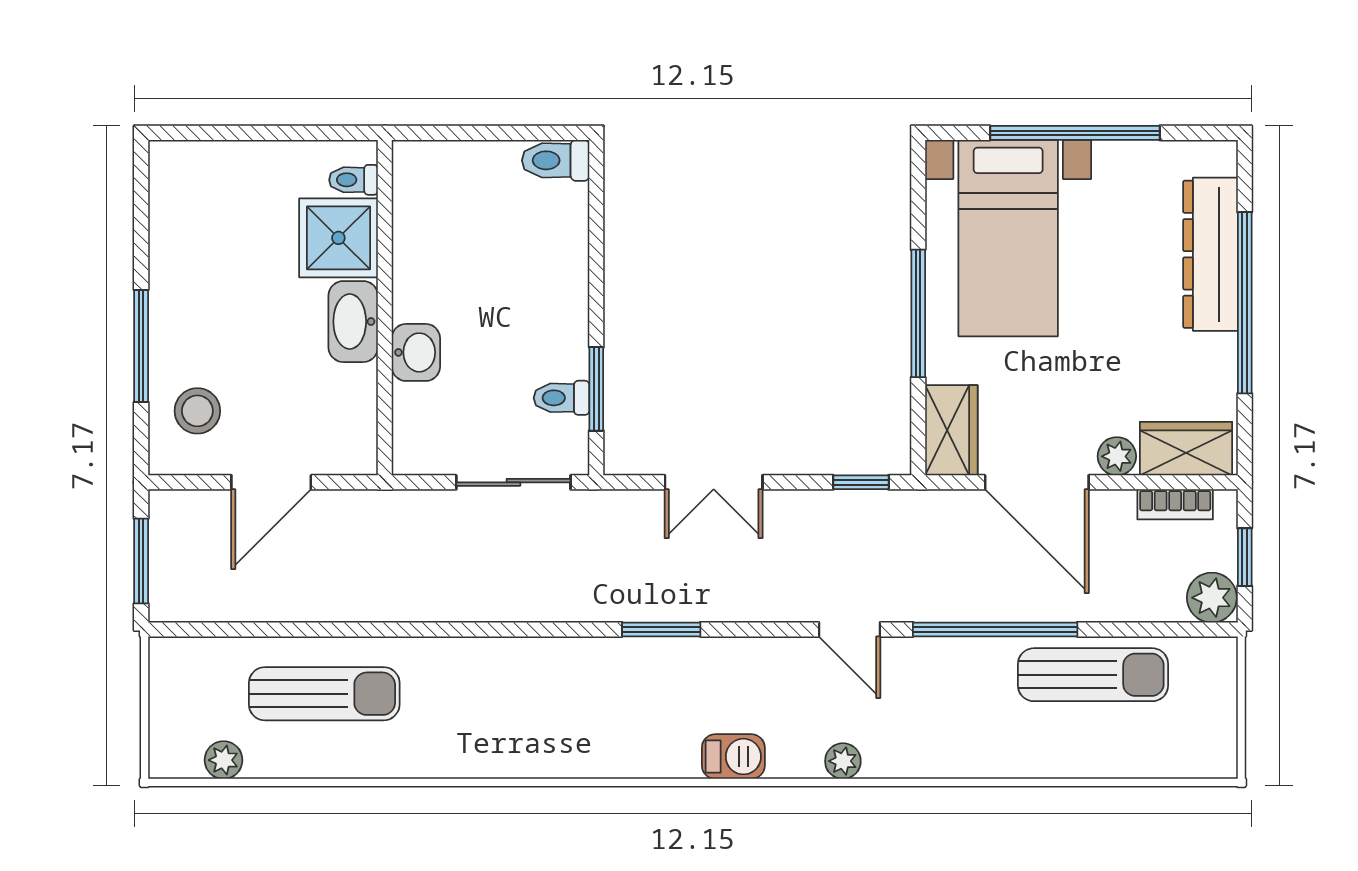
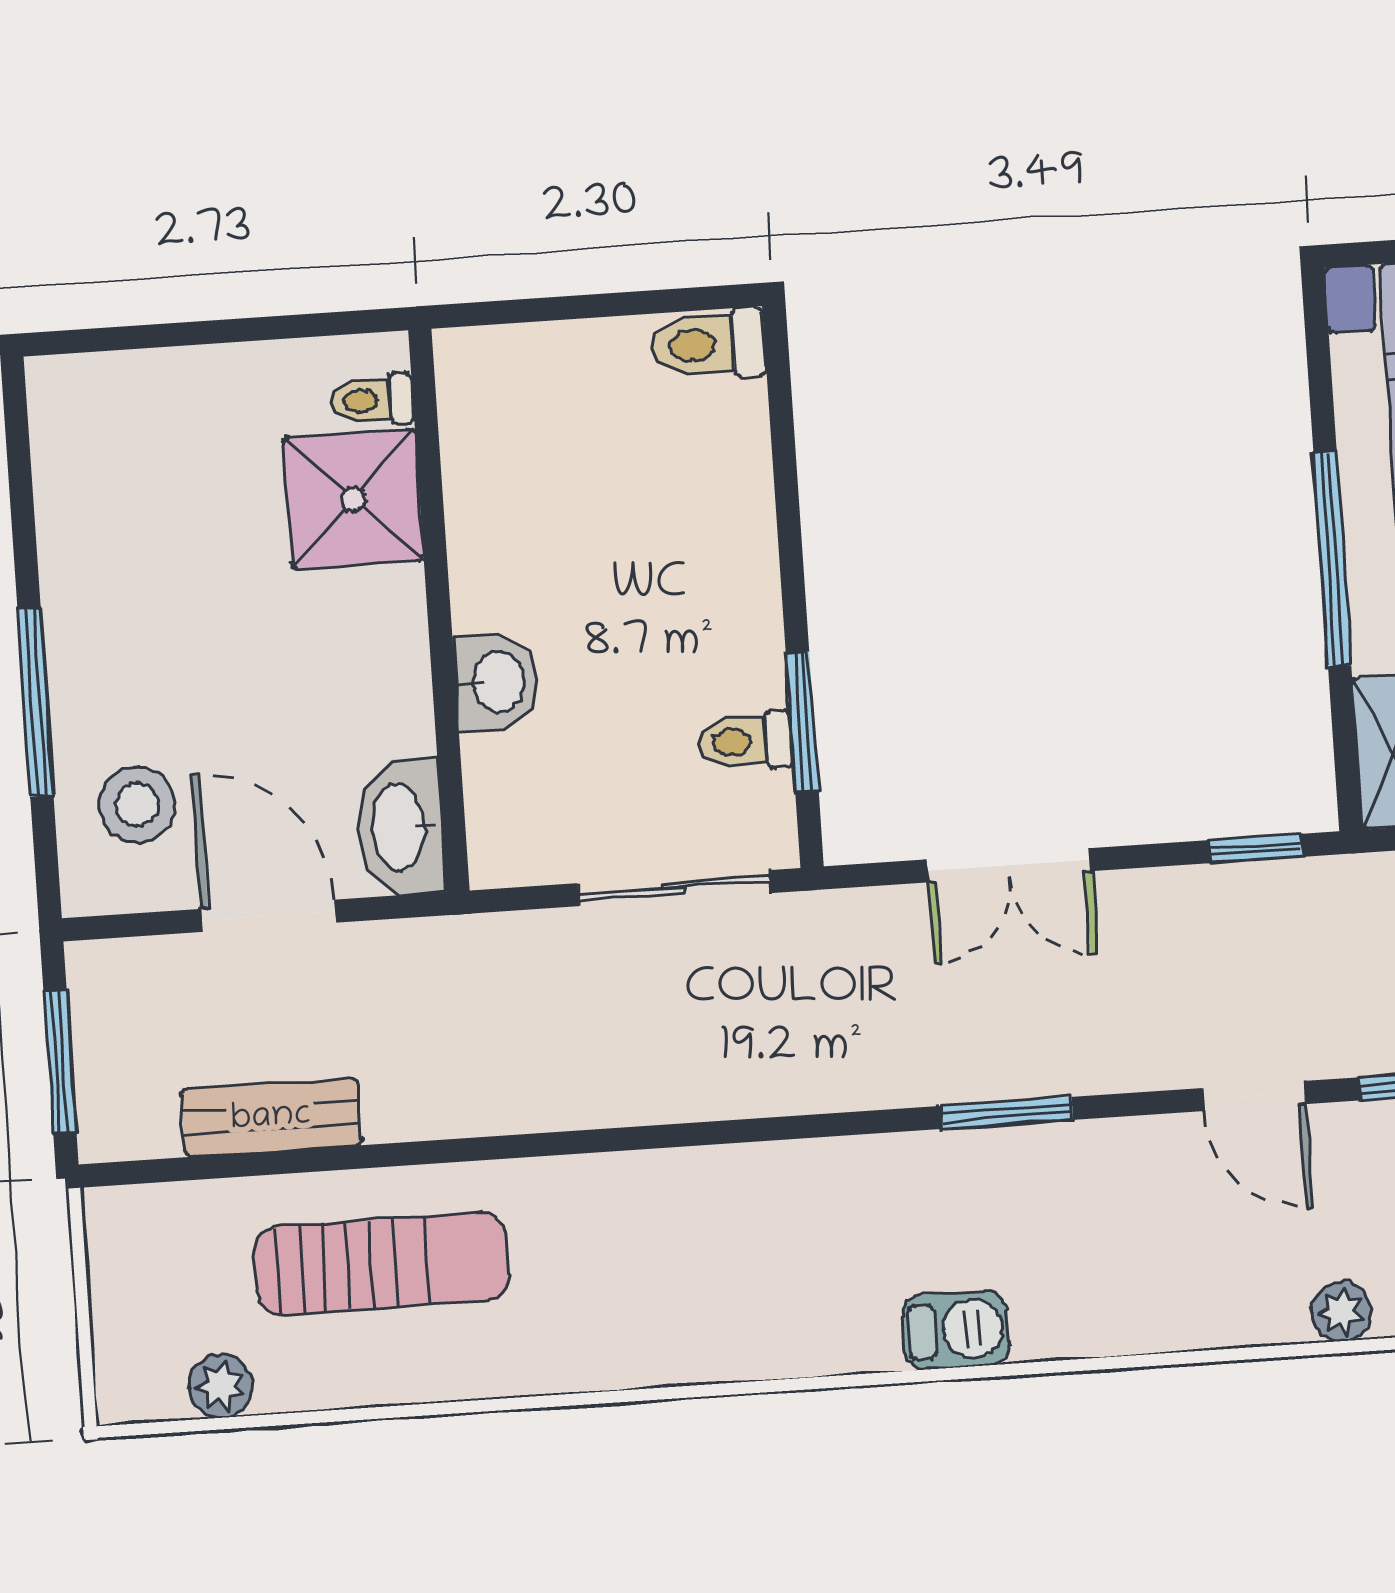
washbasin: (353, 322) -> (400, 827), moved
door: (271, 482) -> (269, 916), swing flipped
bench: (265, 602) -> (271, 1118), added
window: (661, 629) -> (1007, 1113), moved
barbecue: (733, 757) -> (956, 1330), moved
plant: (843, 761) -> (1341, 1311), moved

